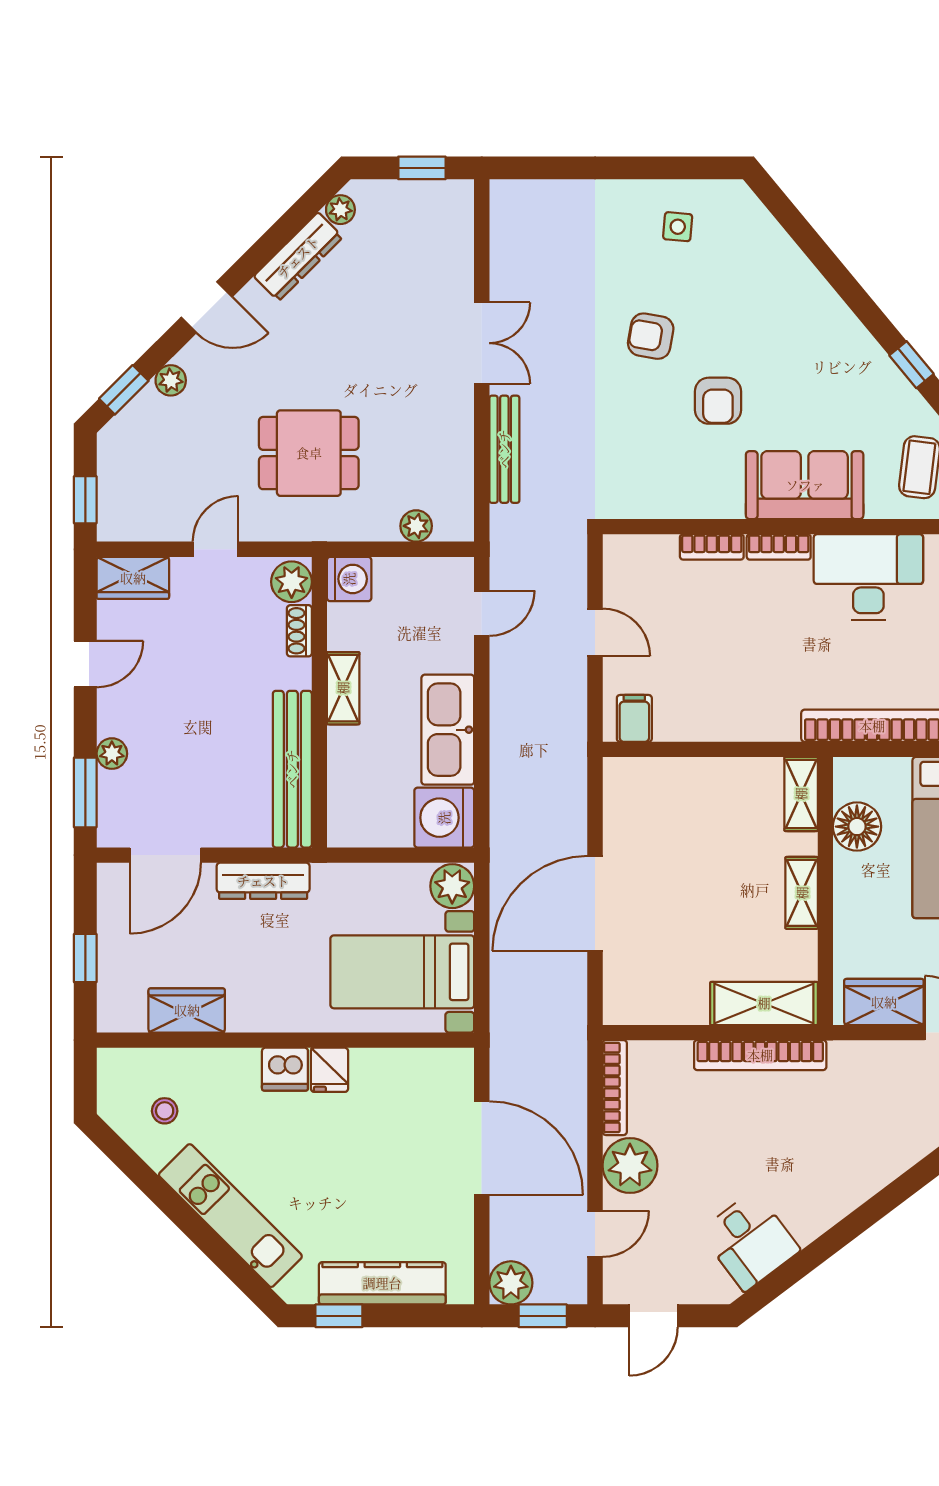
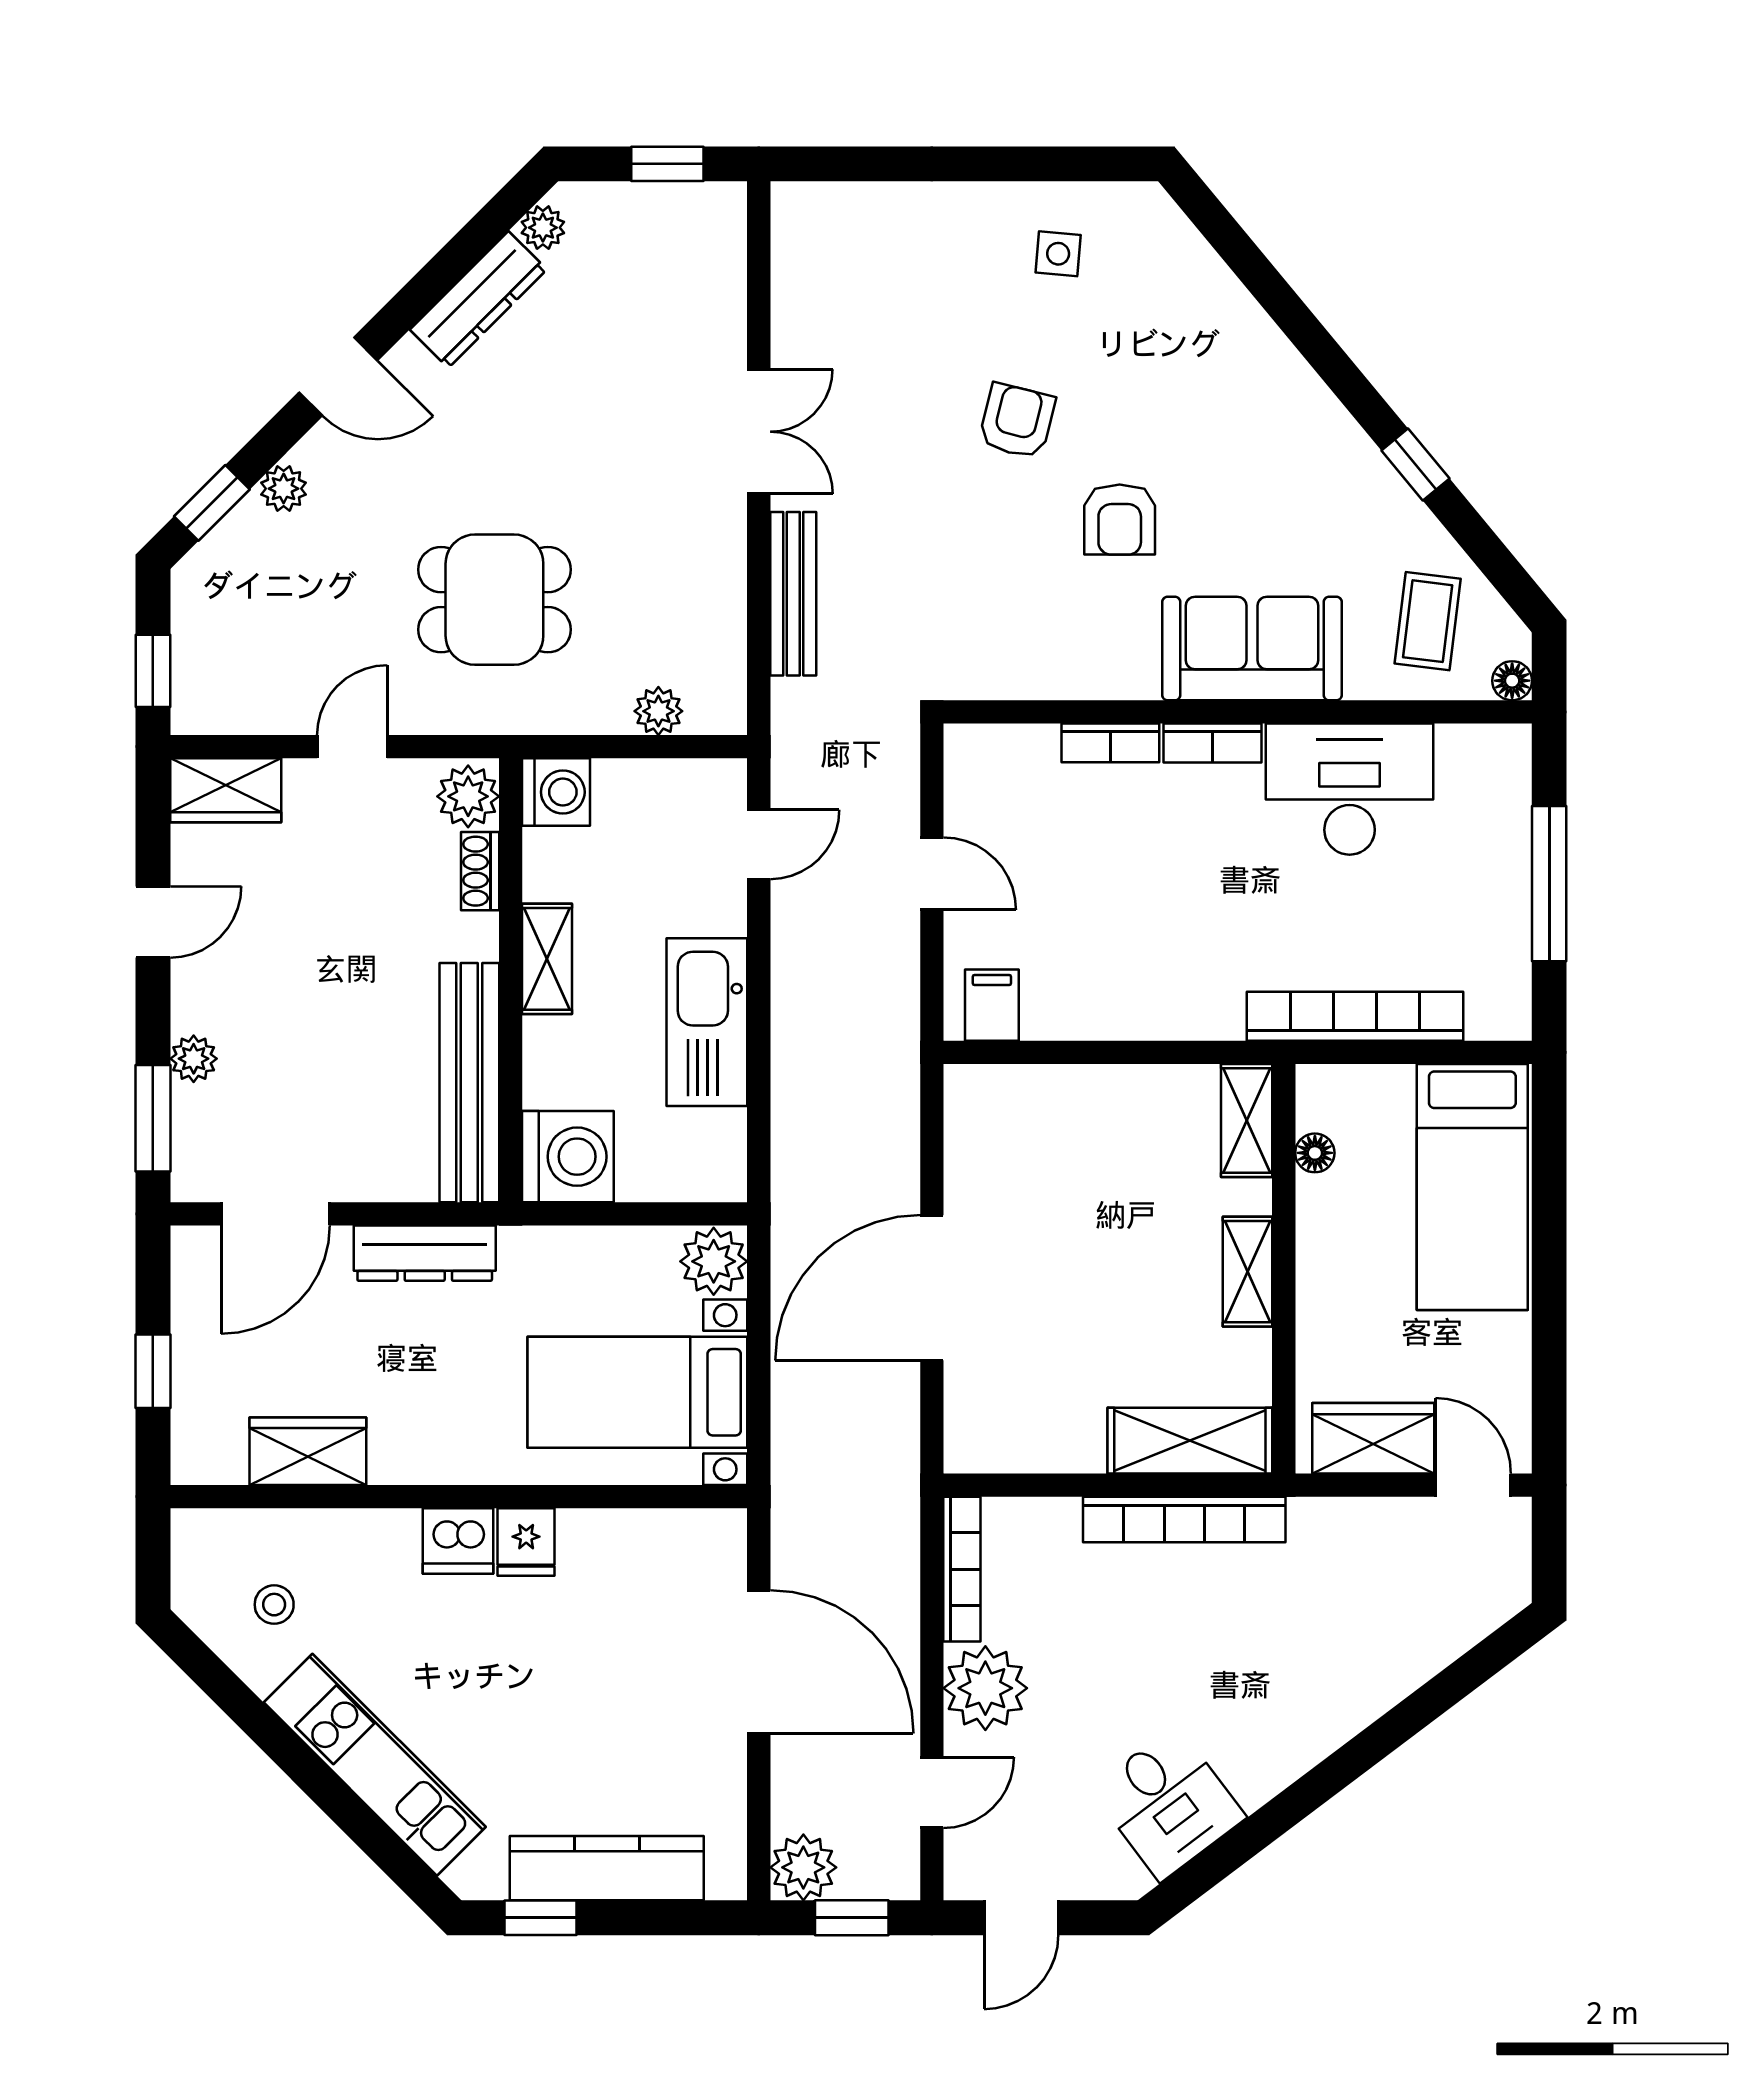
armchair: (651, 336) -> (1017, 421), turned 94
washing machine: (444, 818) -> (568, 1157), moved, turned 180
floor lamp: (857, 827) -> (1315, 1153), width x0.53, depth x0.53

